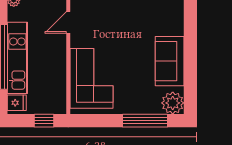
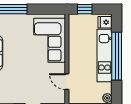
door: (68, 22) -> (67, 82), swing flipped

